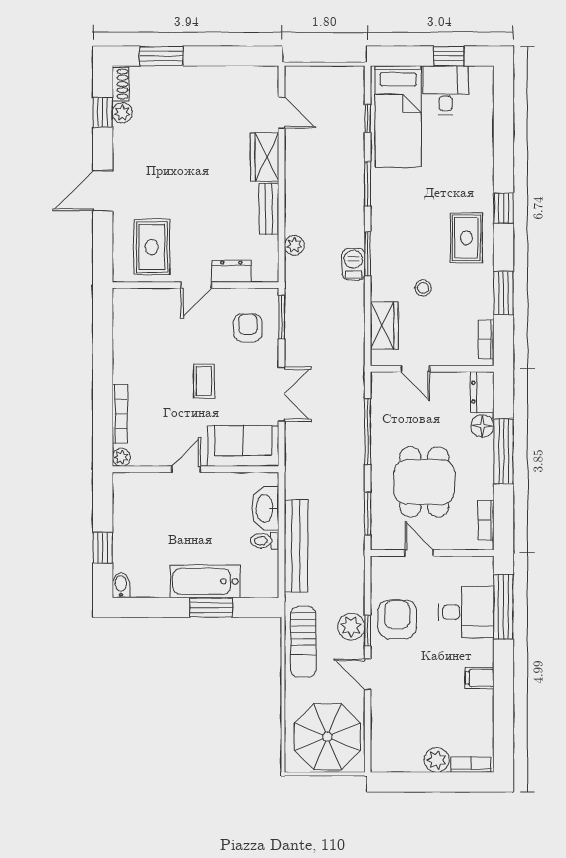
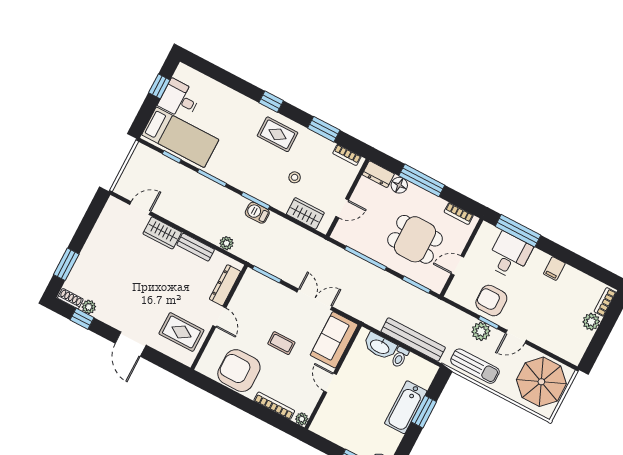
dresser: (231, 271) -> (225, 285), width x1.44
armchair: (248, 328) -> (239, 371), moved, width x1.88, depth x1.88

